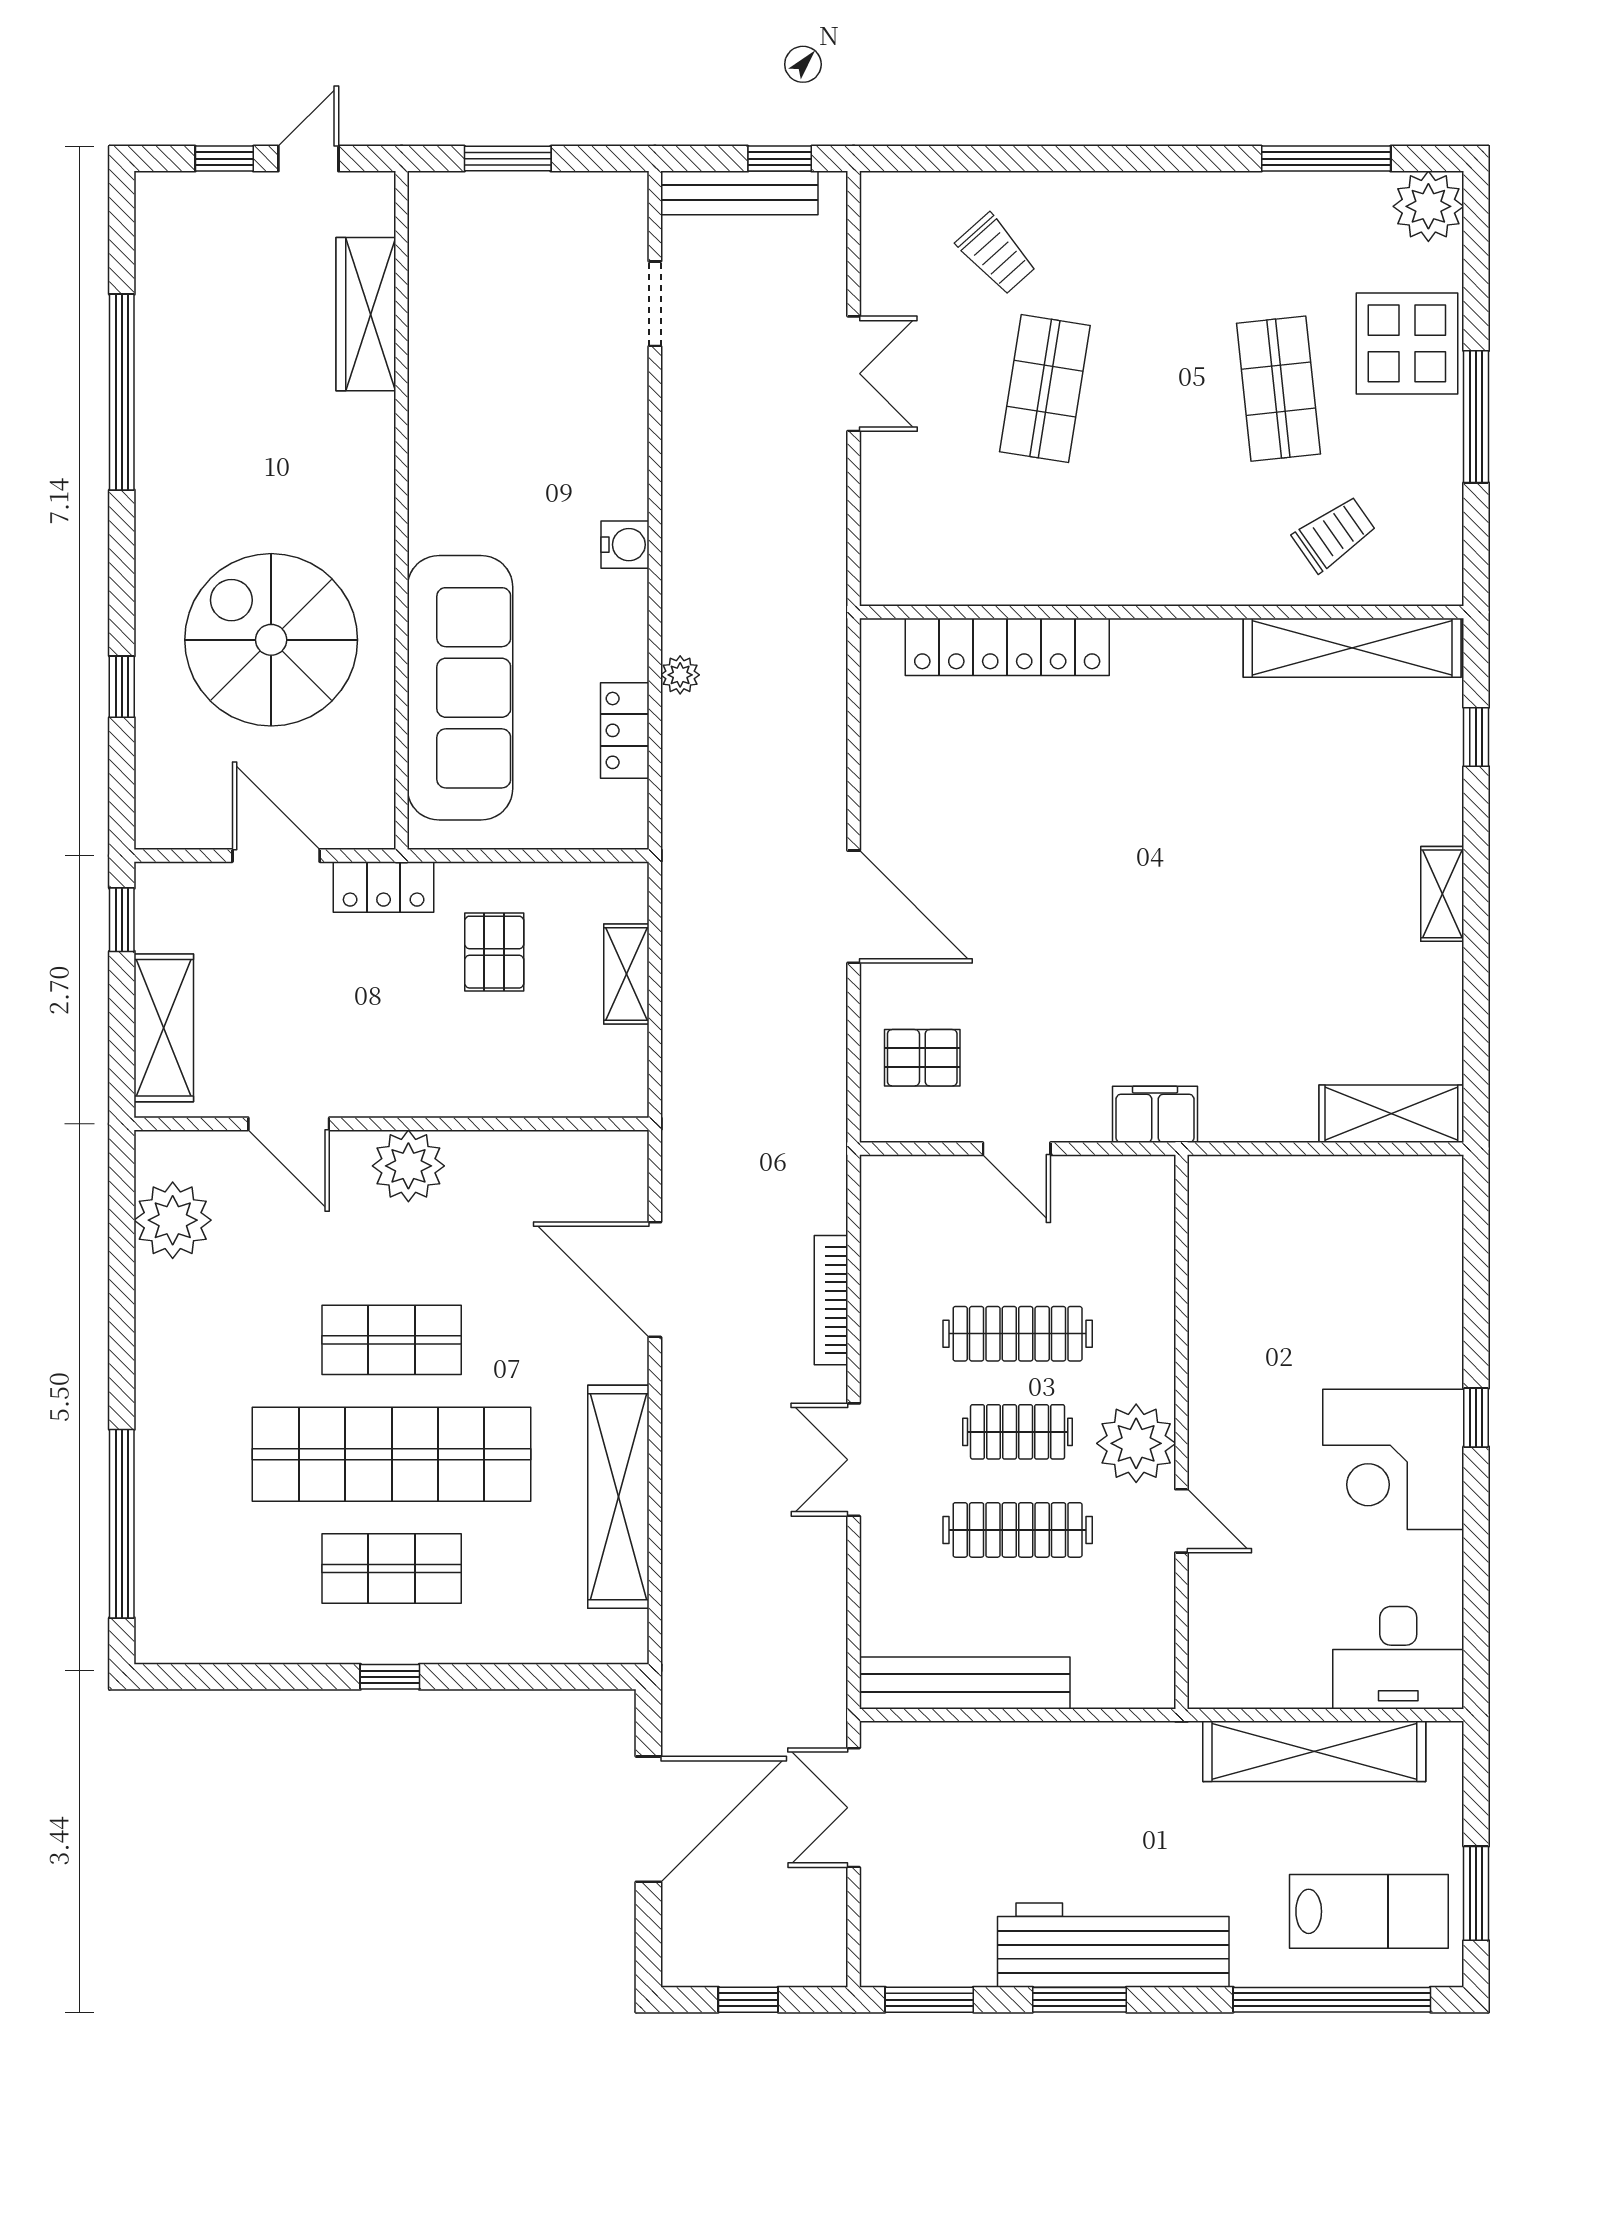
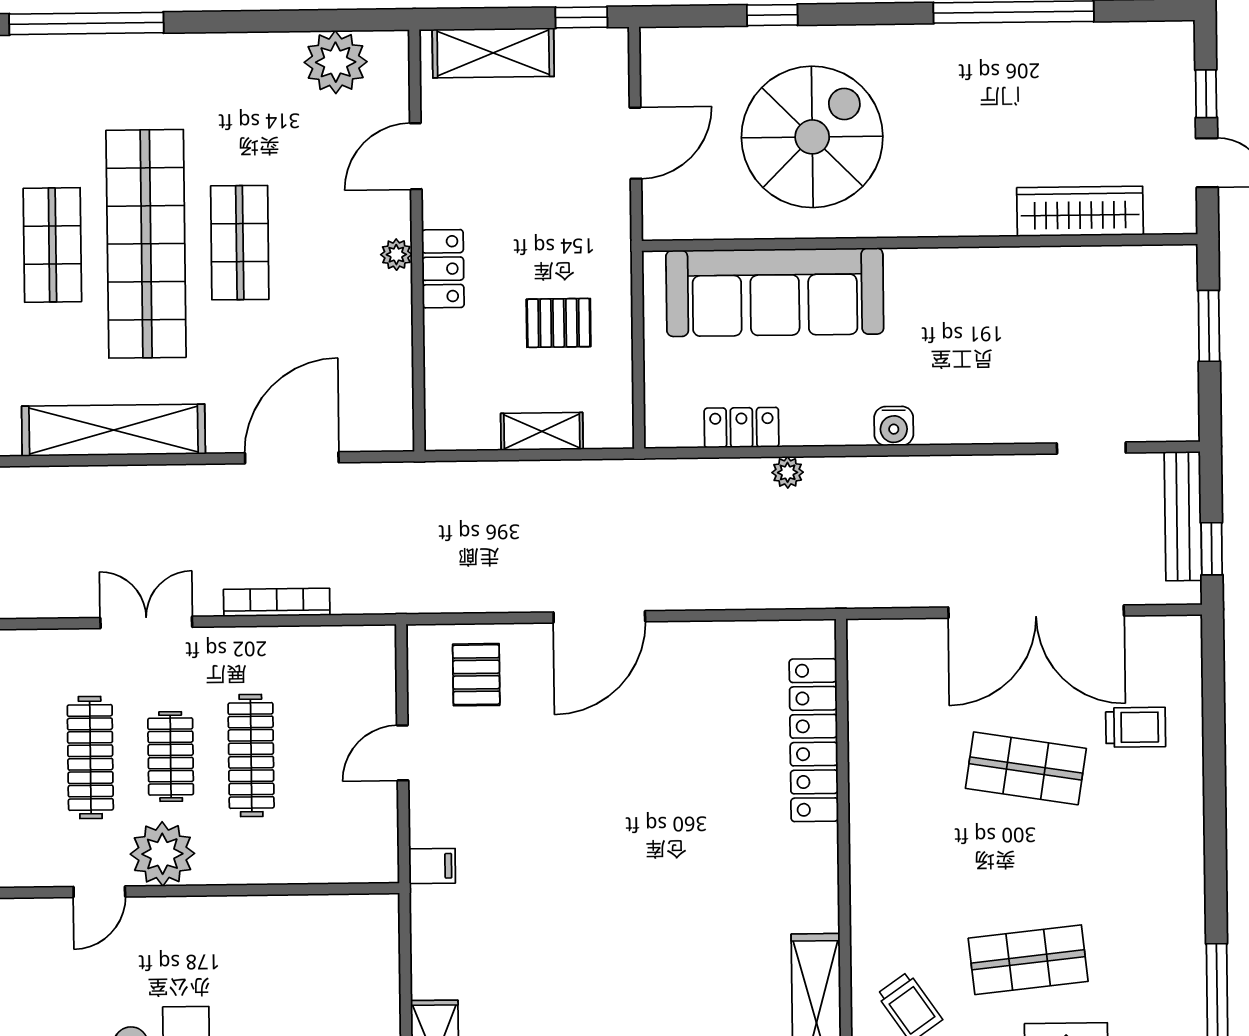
trolley: (996, 254) -> (1136, 727), turned -138
double door: (854, 374) -> (1036, 612), width x1.87
locker: (384, 887) -> (443, 269), moved, turned 180
filing cabinet: (1155, 1114) -> (432, 866), width x0.50
plant: (408, 1166) -> (396, 255), width x0.53, depth x0.53

